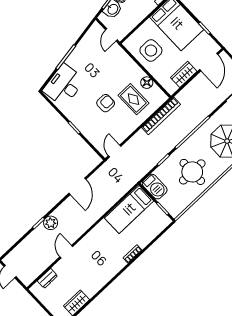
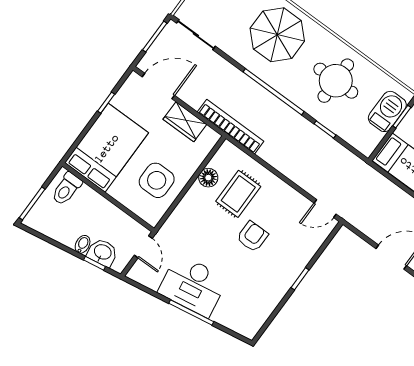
door: (111, 35) -> (143, 247), hinge flipped
desk: (64, 85) -> (193, 285), moved
armchair: (106, 103) -> (252, 237), turned 90
bookcase: (161, 116) -> (231, 127), moved
barbecue: (155, 187) -> (387, 111), moved

